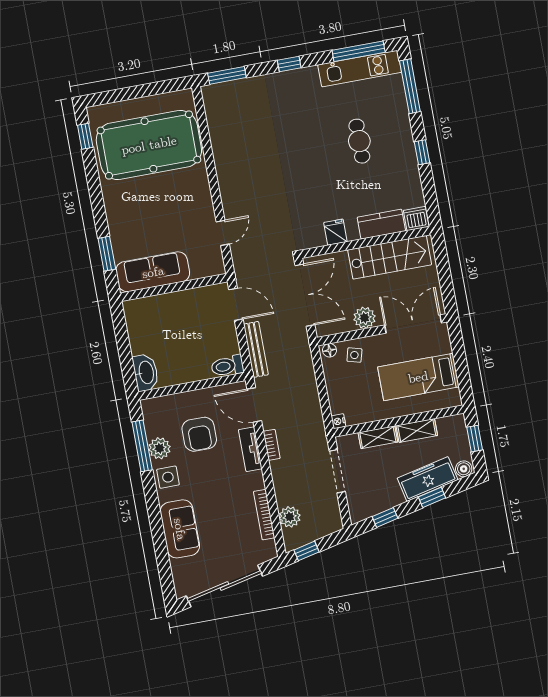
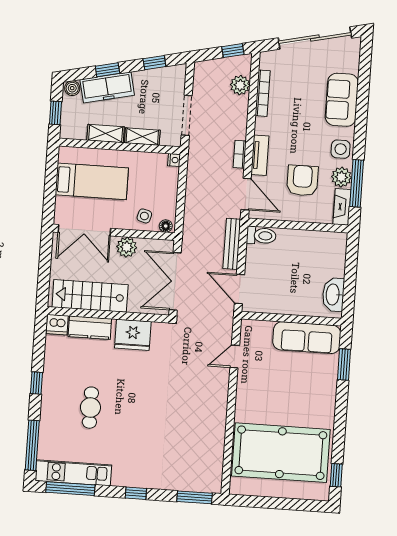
fridge: (335, 232) -> (133, 335), width x1.88, depth x1.34
washbasin: (146, 373) -> (333, 295), moved
fireplace: (151, 417) -> (342, 207), added

